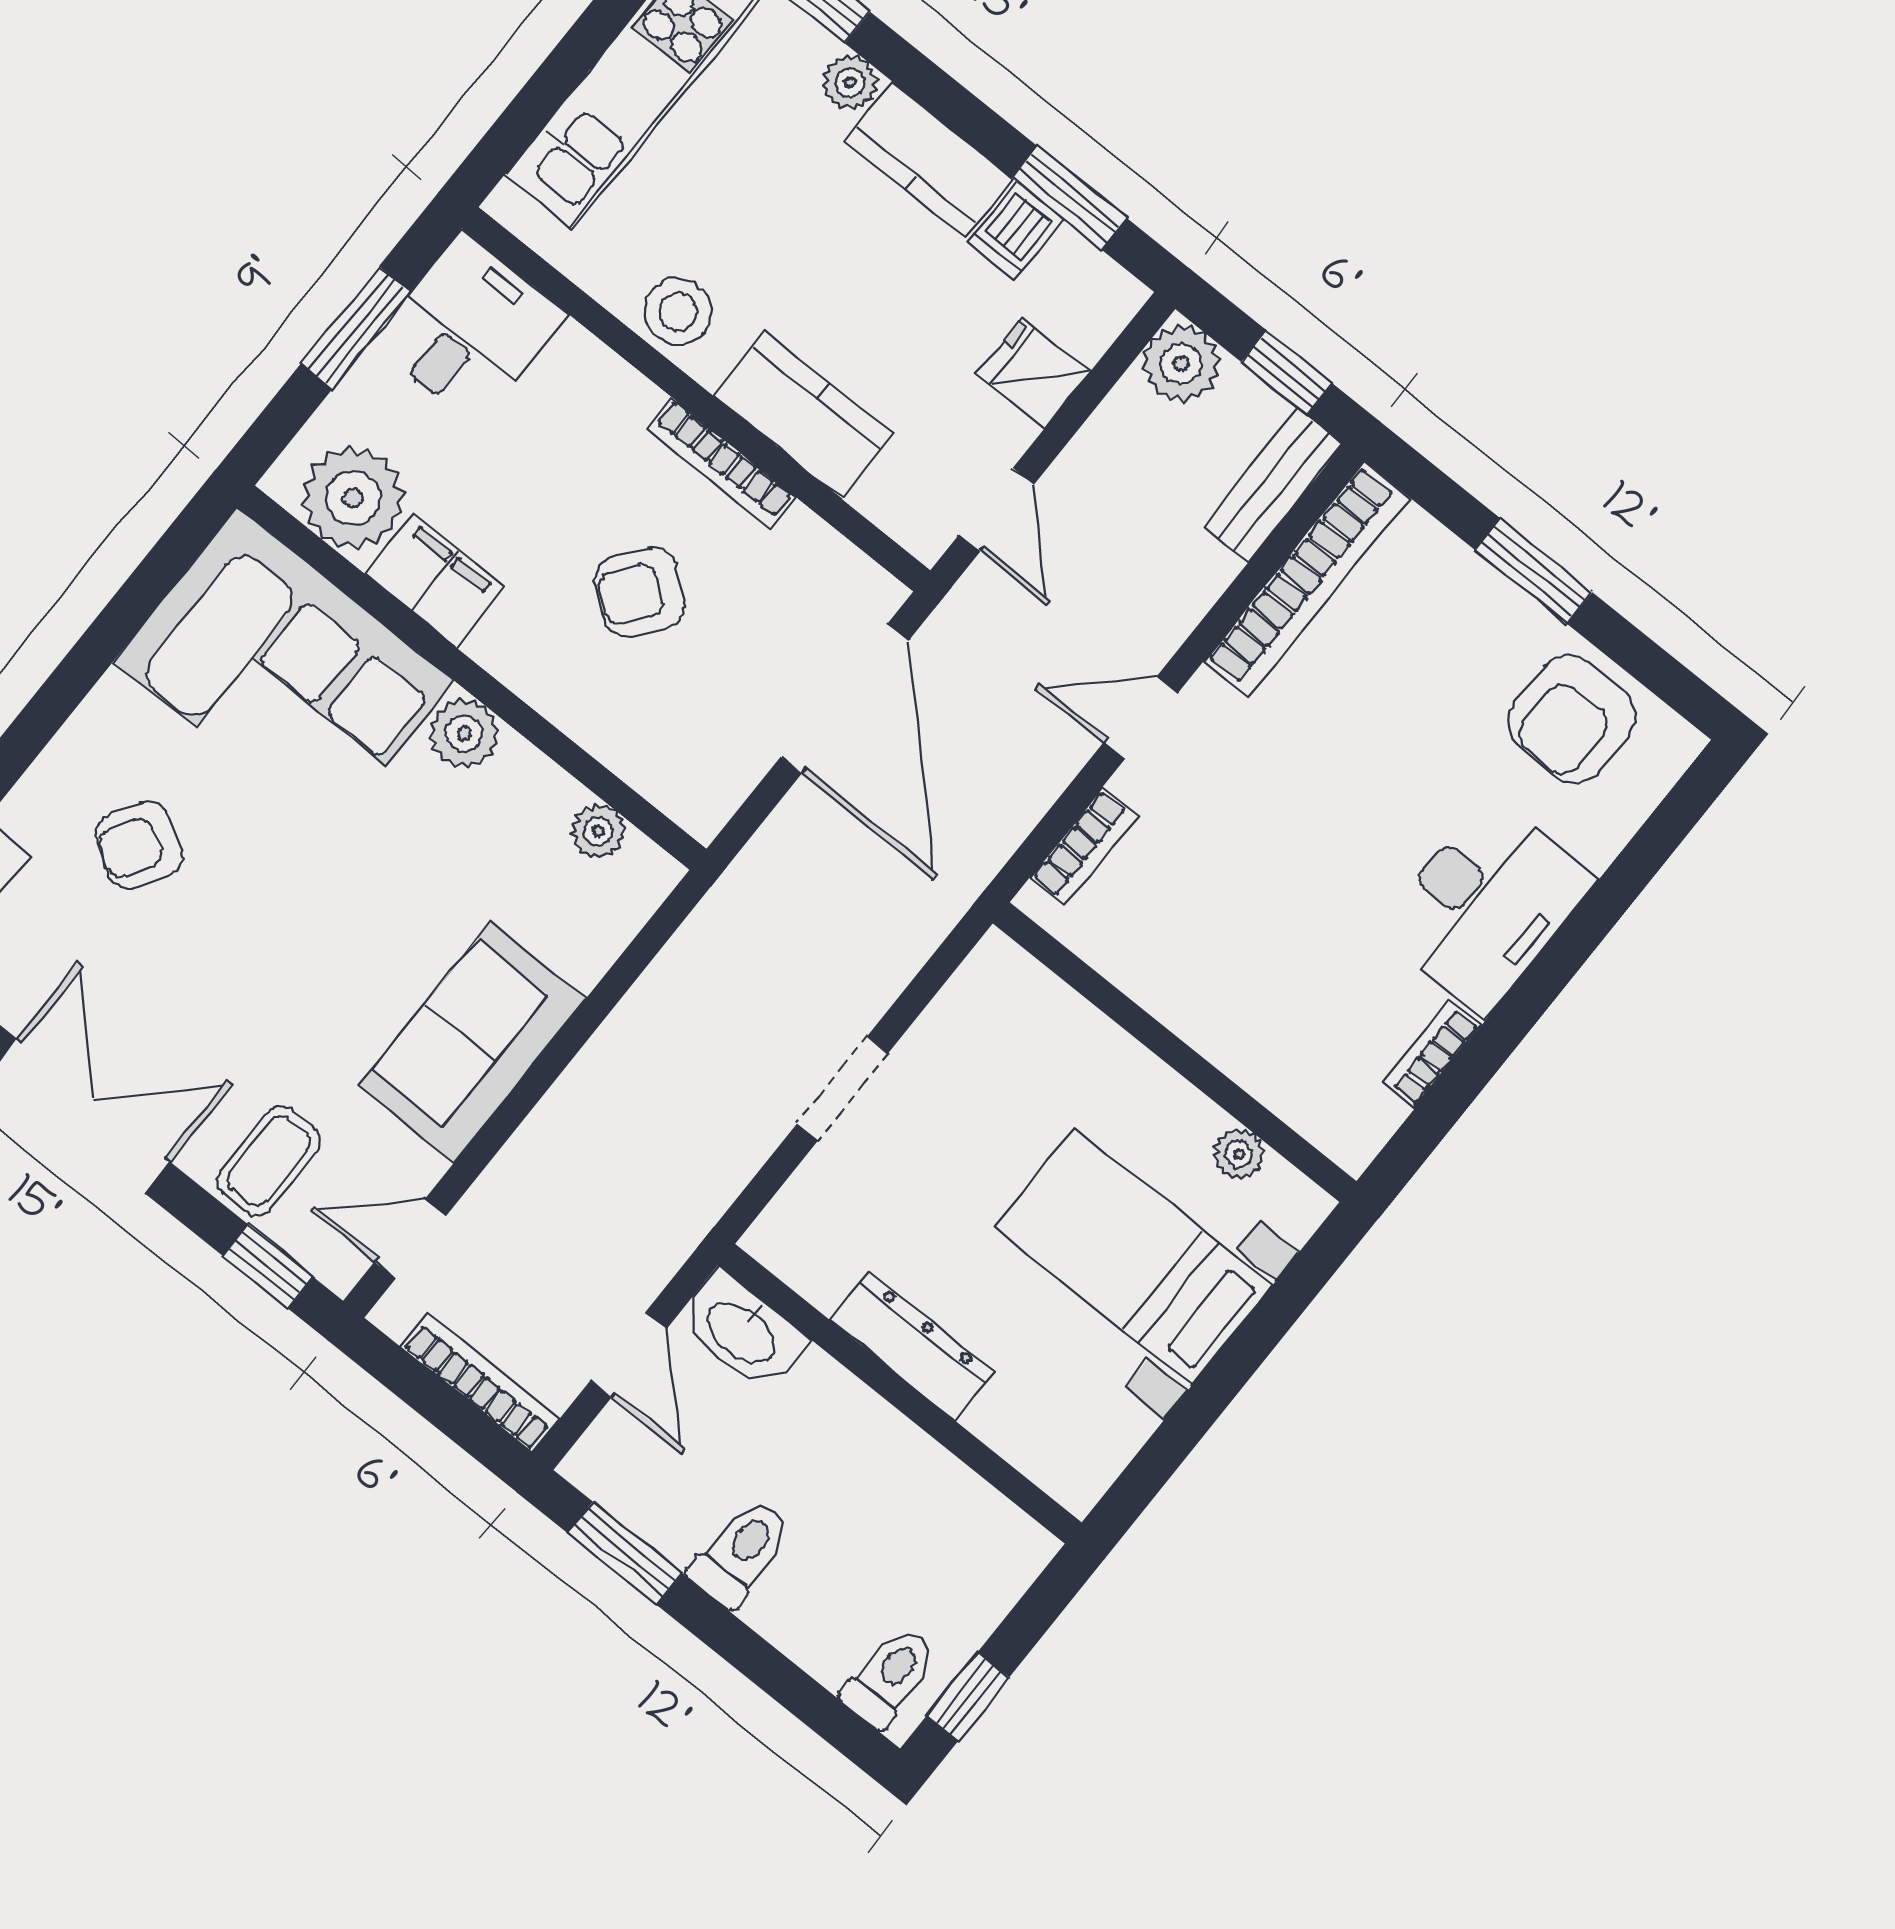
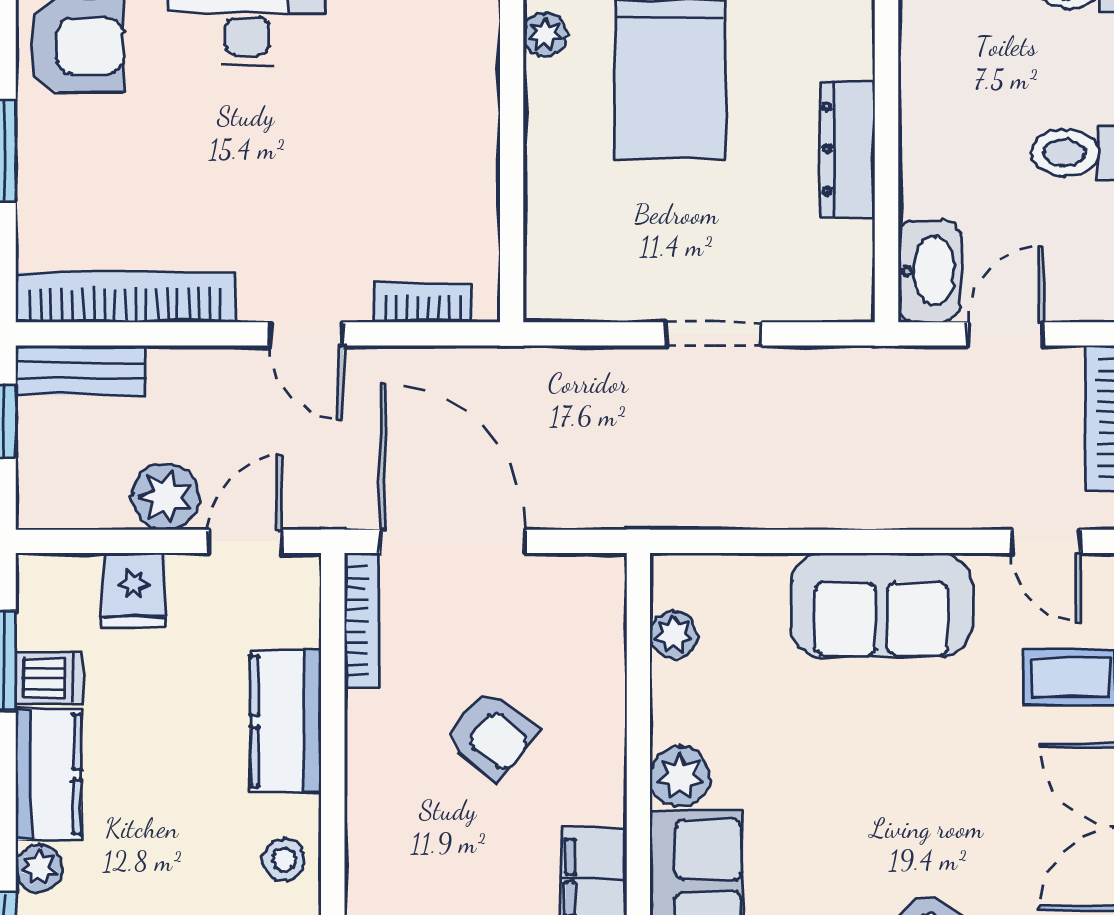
stool: (678, 312) -> (284, 860), width x0.73, depth x0.73
plant: (1181, 364) -> (166, 497), moved
bookcase: (721, 463) -> (362, 621), moved
door: (844, 699) -> (453, 541), hinge flipped

